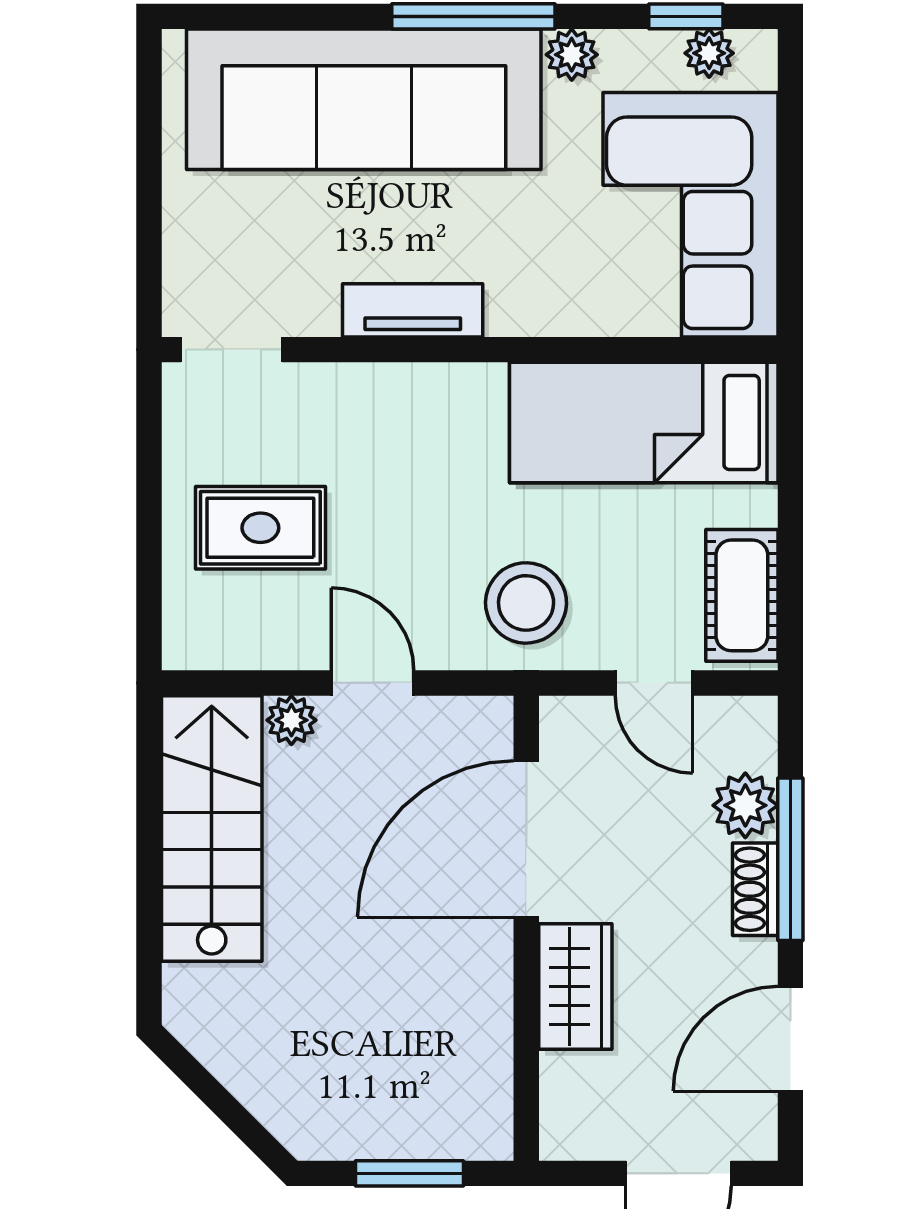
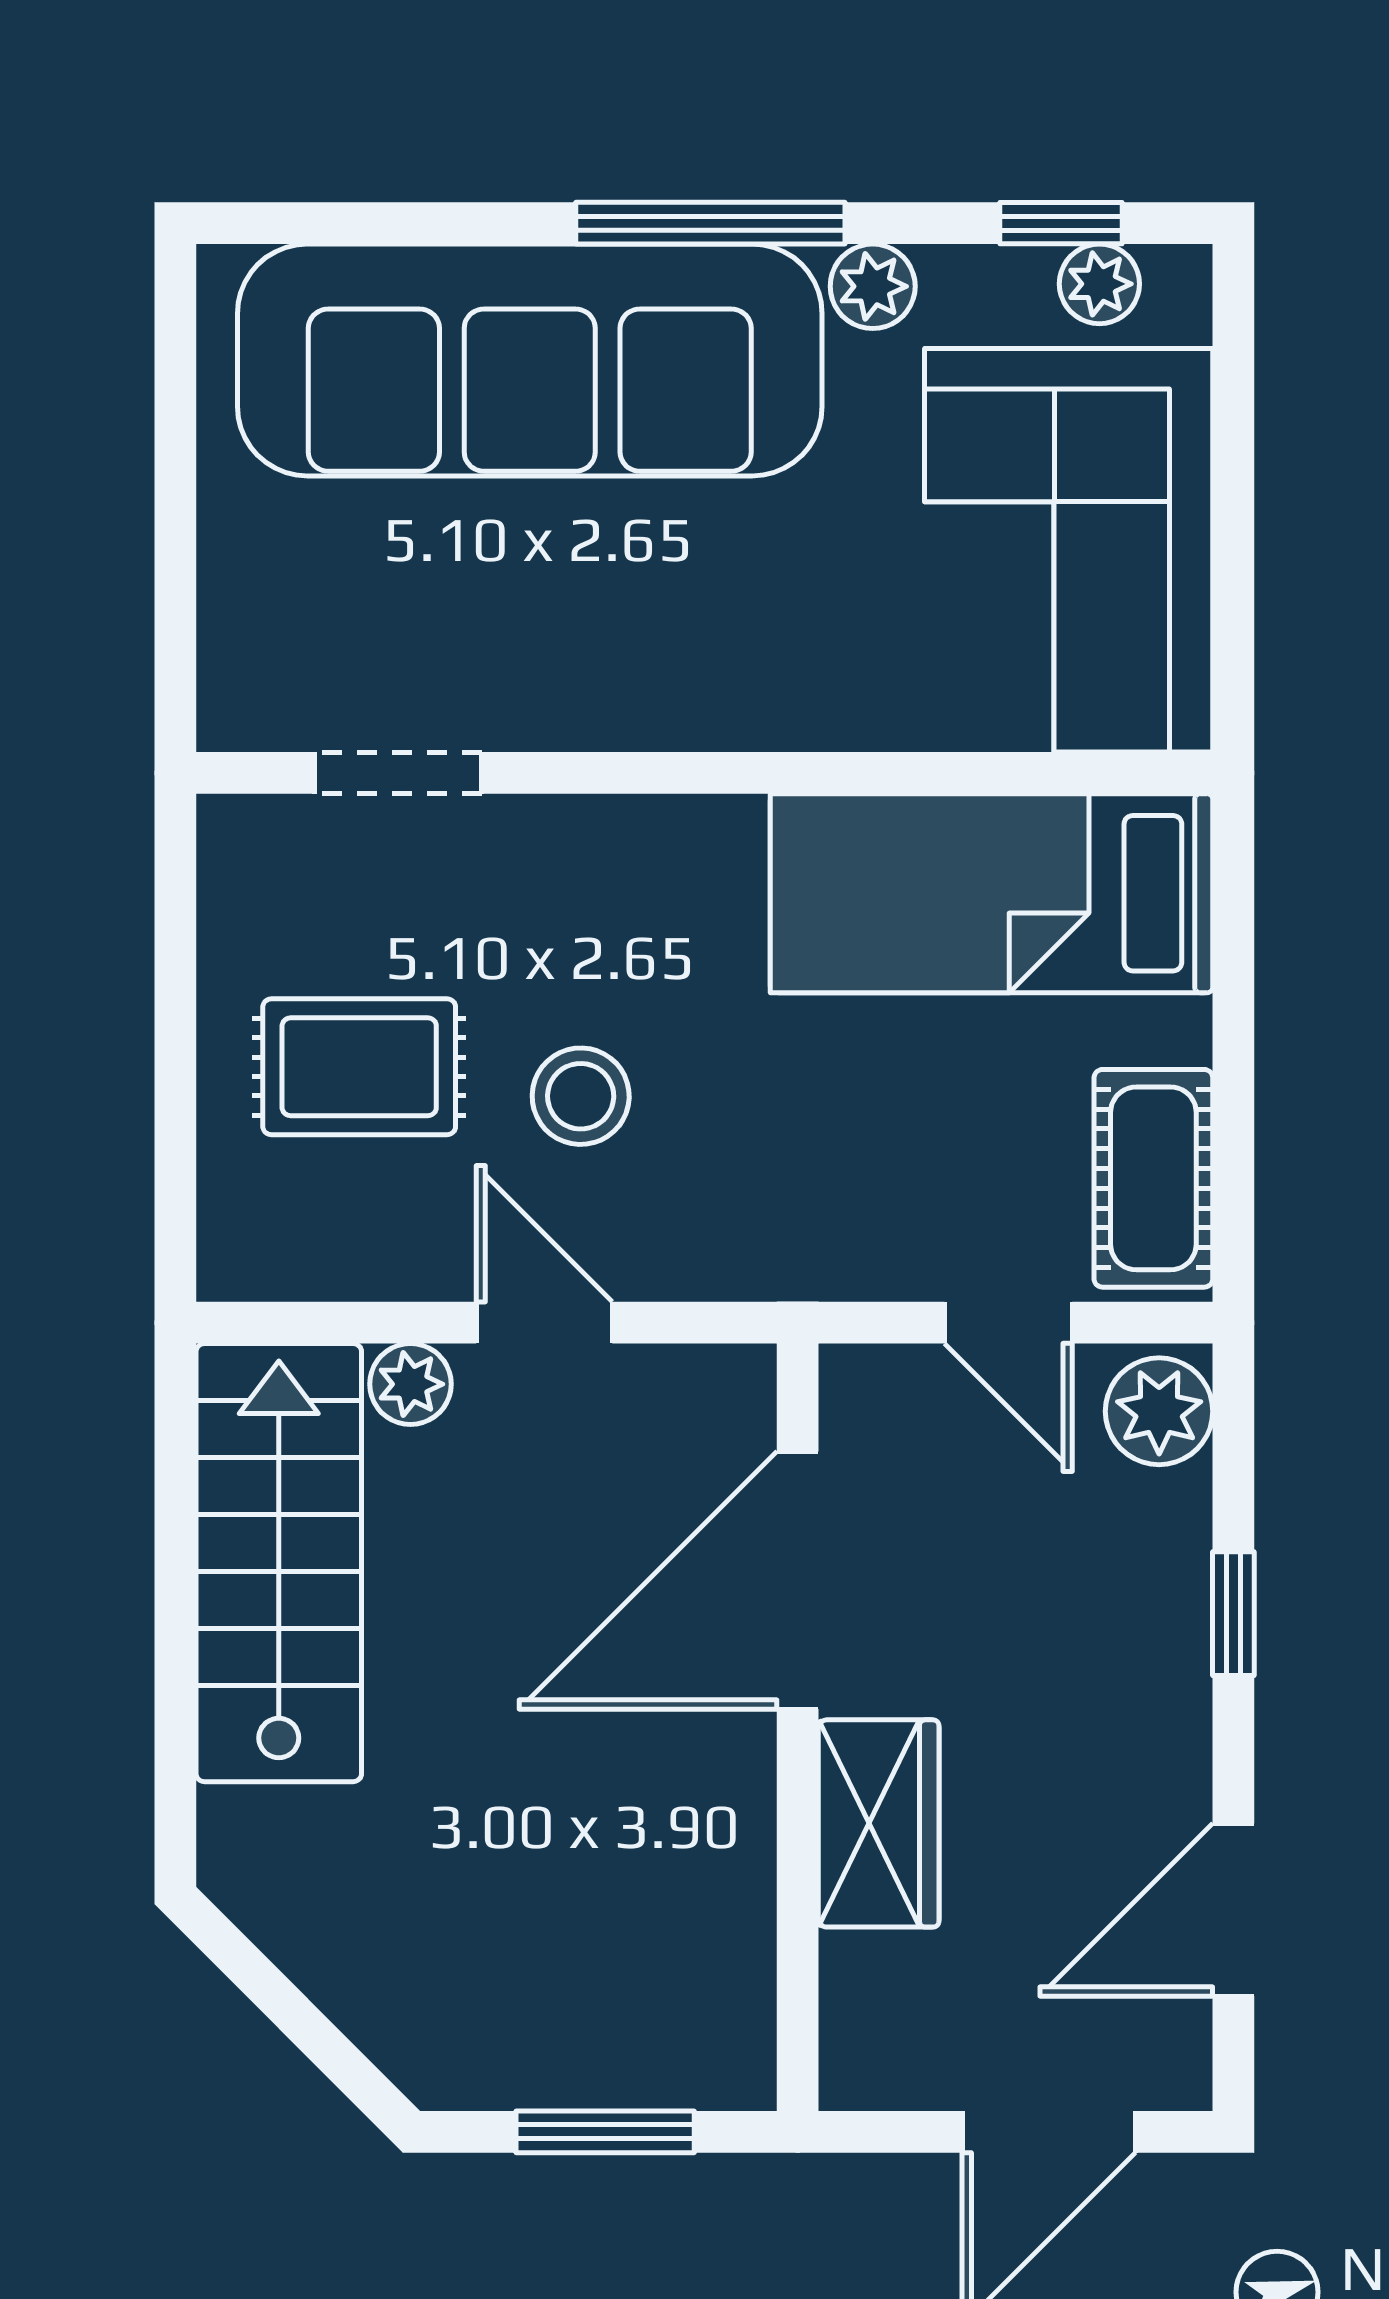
tv unit: (413, 310) -> (610, 708), removed
doorway: (232, 350) -> (398, 773), moved
stool: (526, 603) -> (581, 1096), moved, width x0.73, depth x0.73
plant: (745, 805) -> (1159, 1411), moved
window: (790, 859) -> (1233, 1614), width x0.46
shoe rack: (755, 889) -> (1175, 1663), removed

